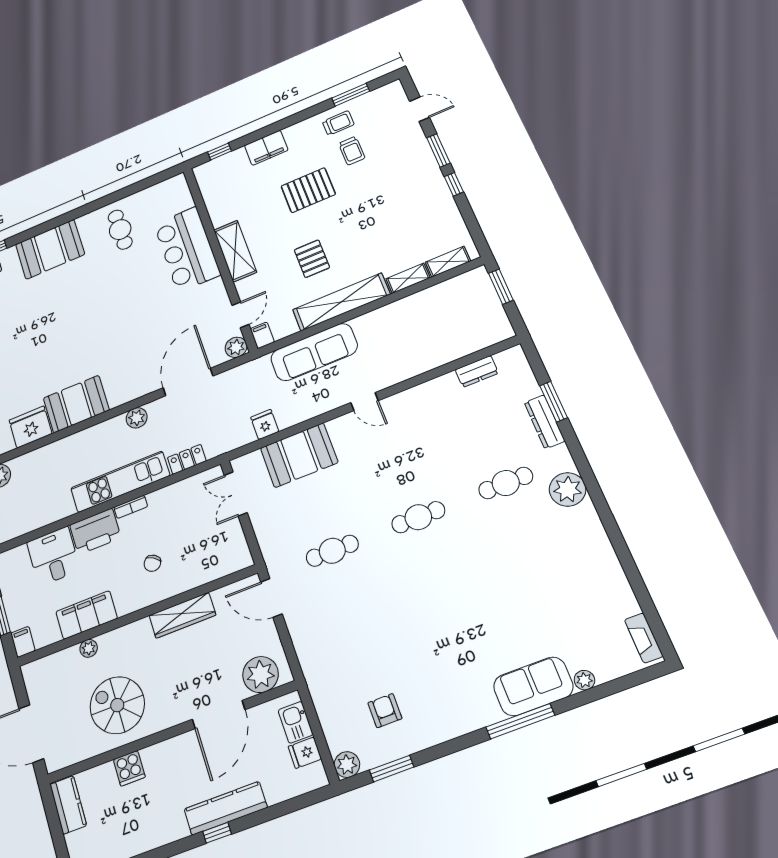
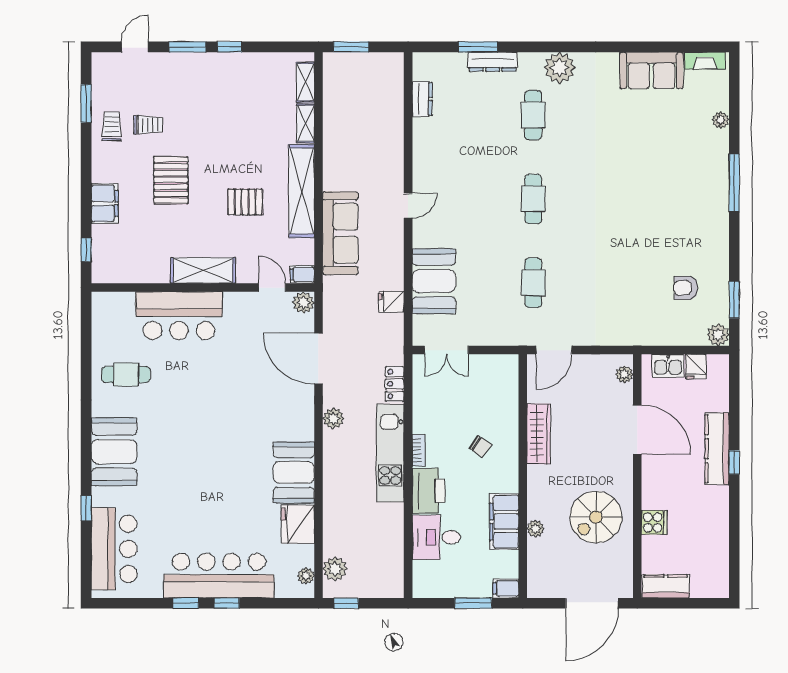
plant: (260, 675) -> (624, 374), width x0.53, depth x0.53
sofa: (533, 686) -> (651, 70), moved, turned -90

